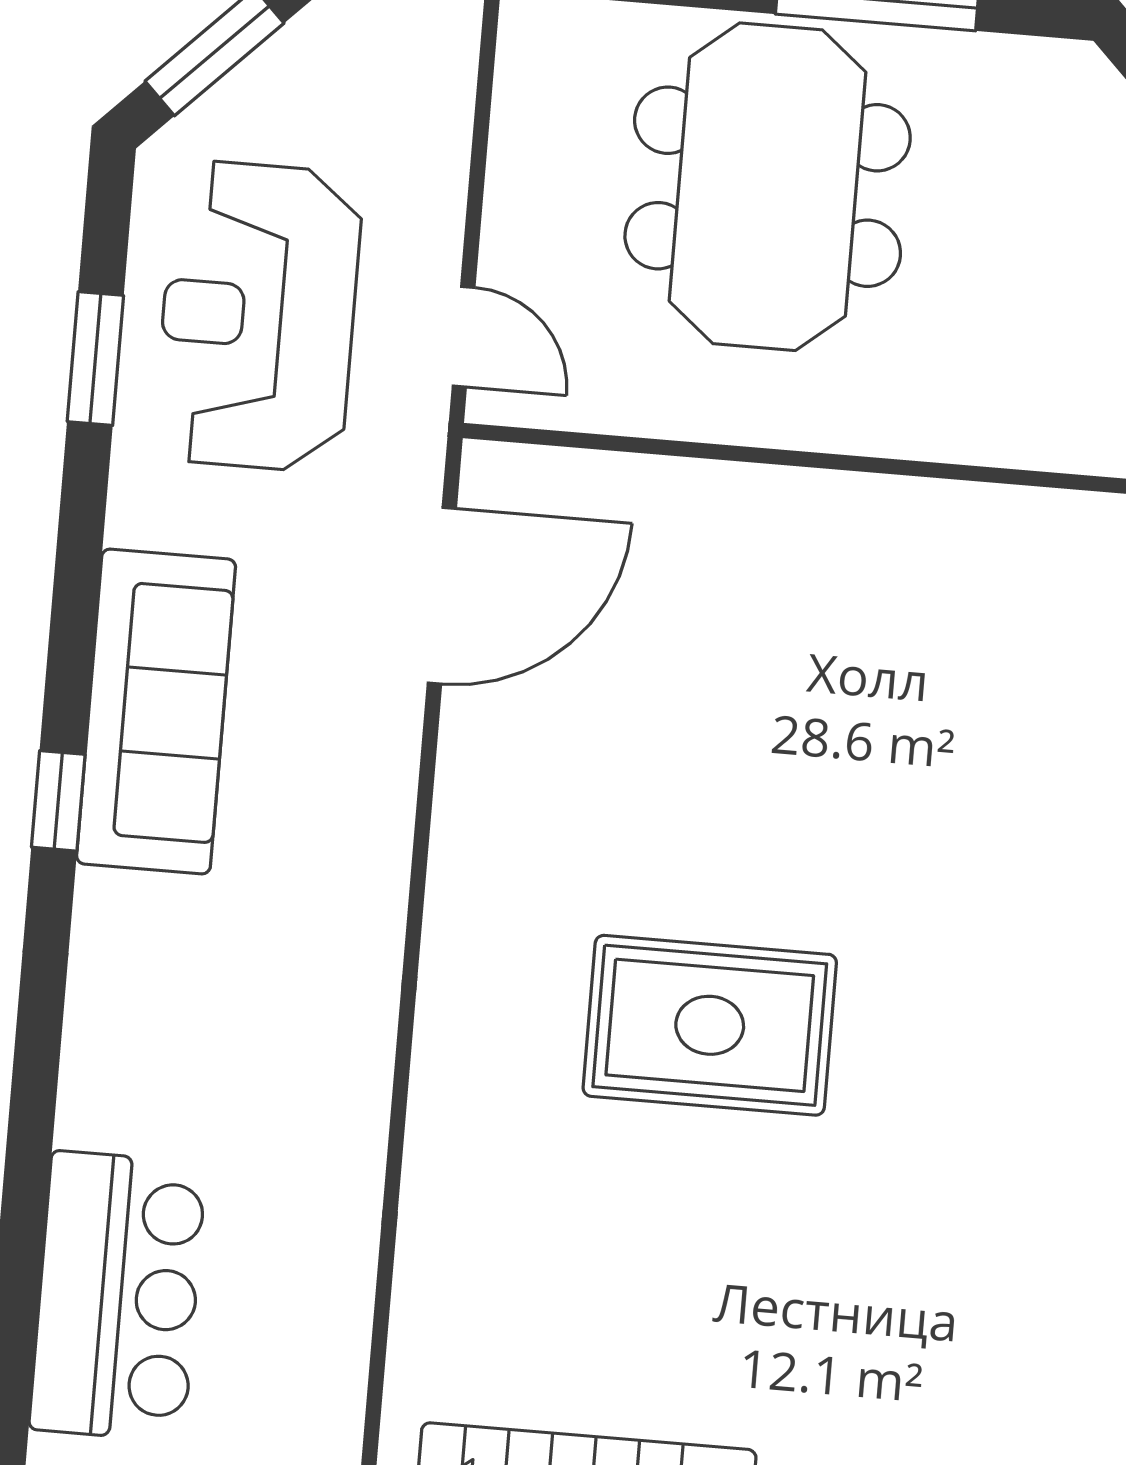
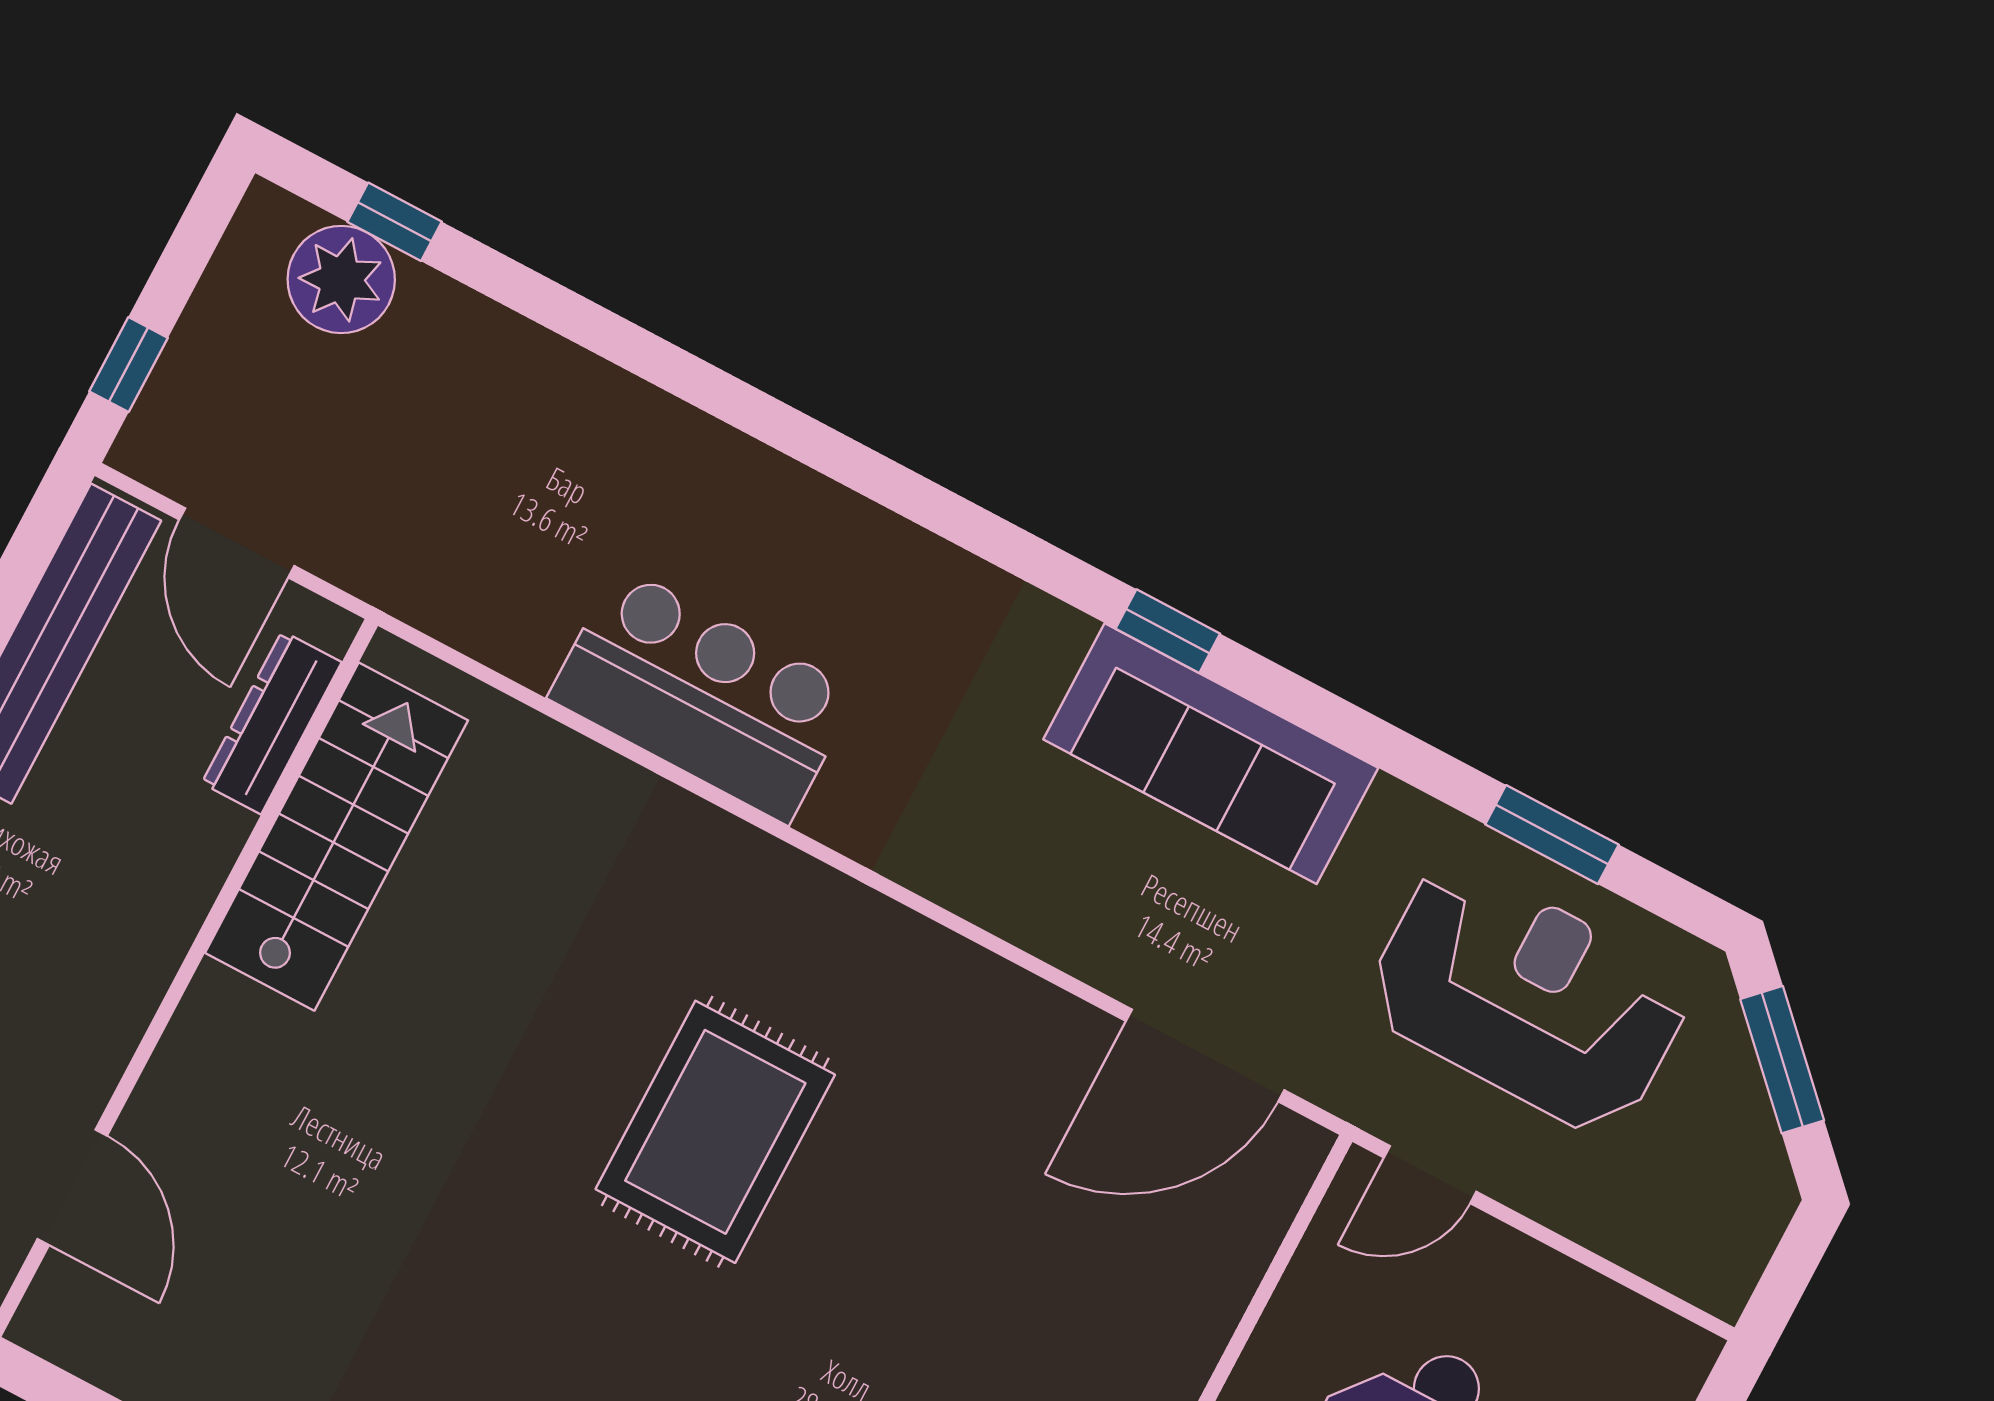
door: (442, 596) -> (1205, 1056), hinge flipped
bar counter: (118, 1296) -> (703, 695), moved, turned 180

